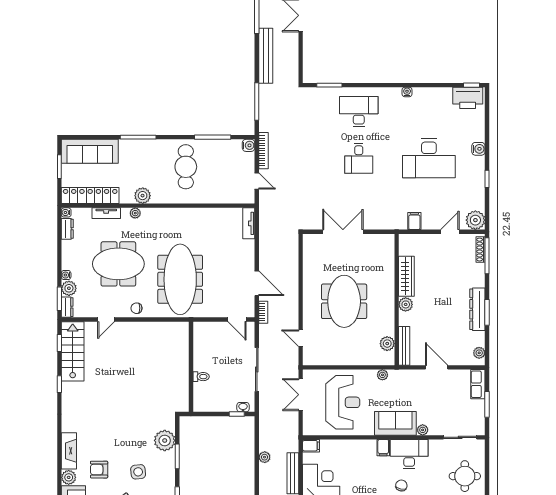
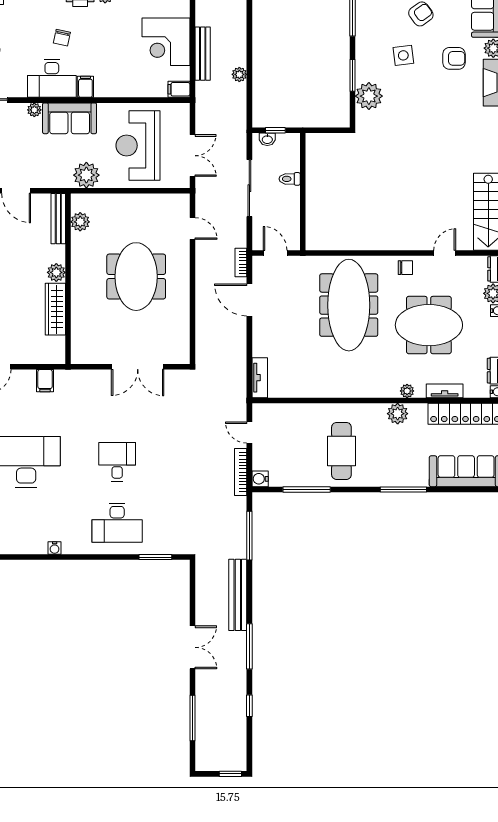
wall: (191, 367) -> (303, 192), moved
plant: (382, 375) -> (86, 175), width x1.88, depth x1.88
toilet: (201, 377) -> (290, 179), moved

